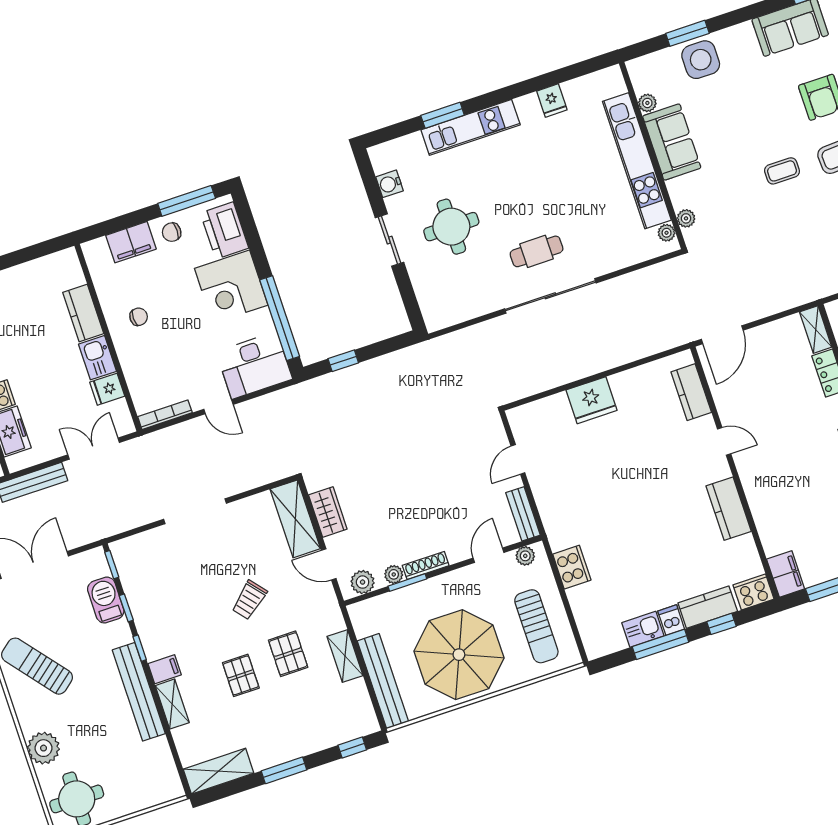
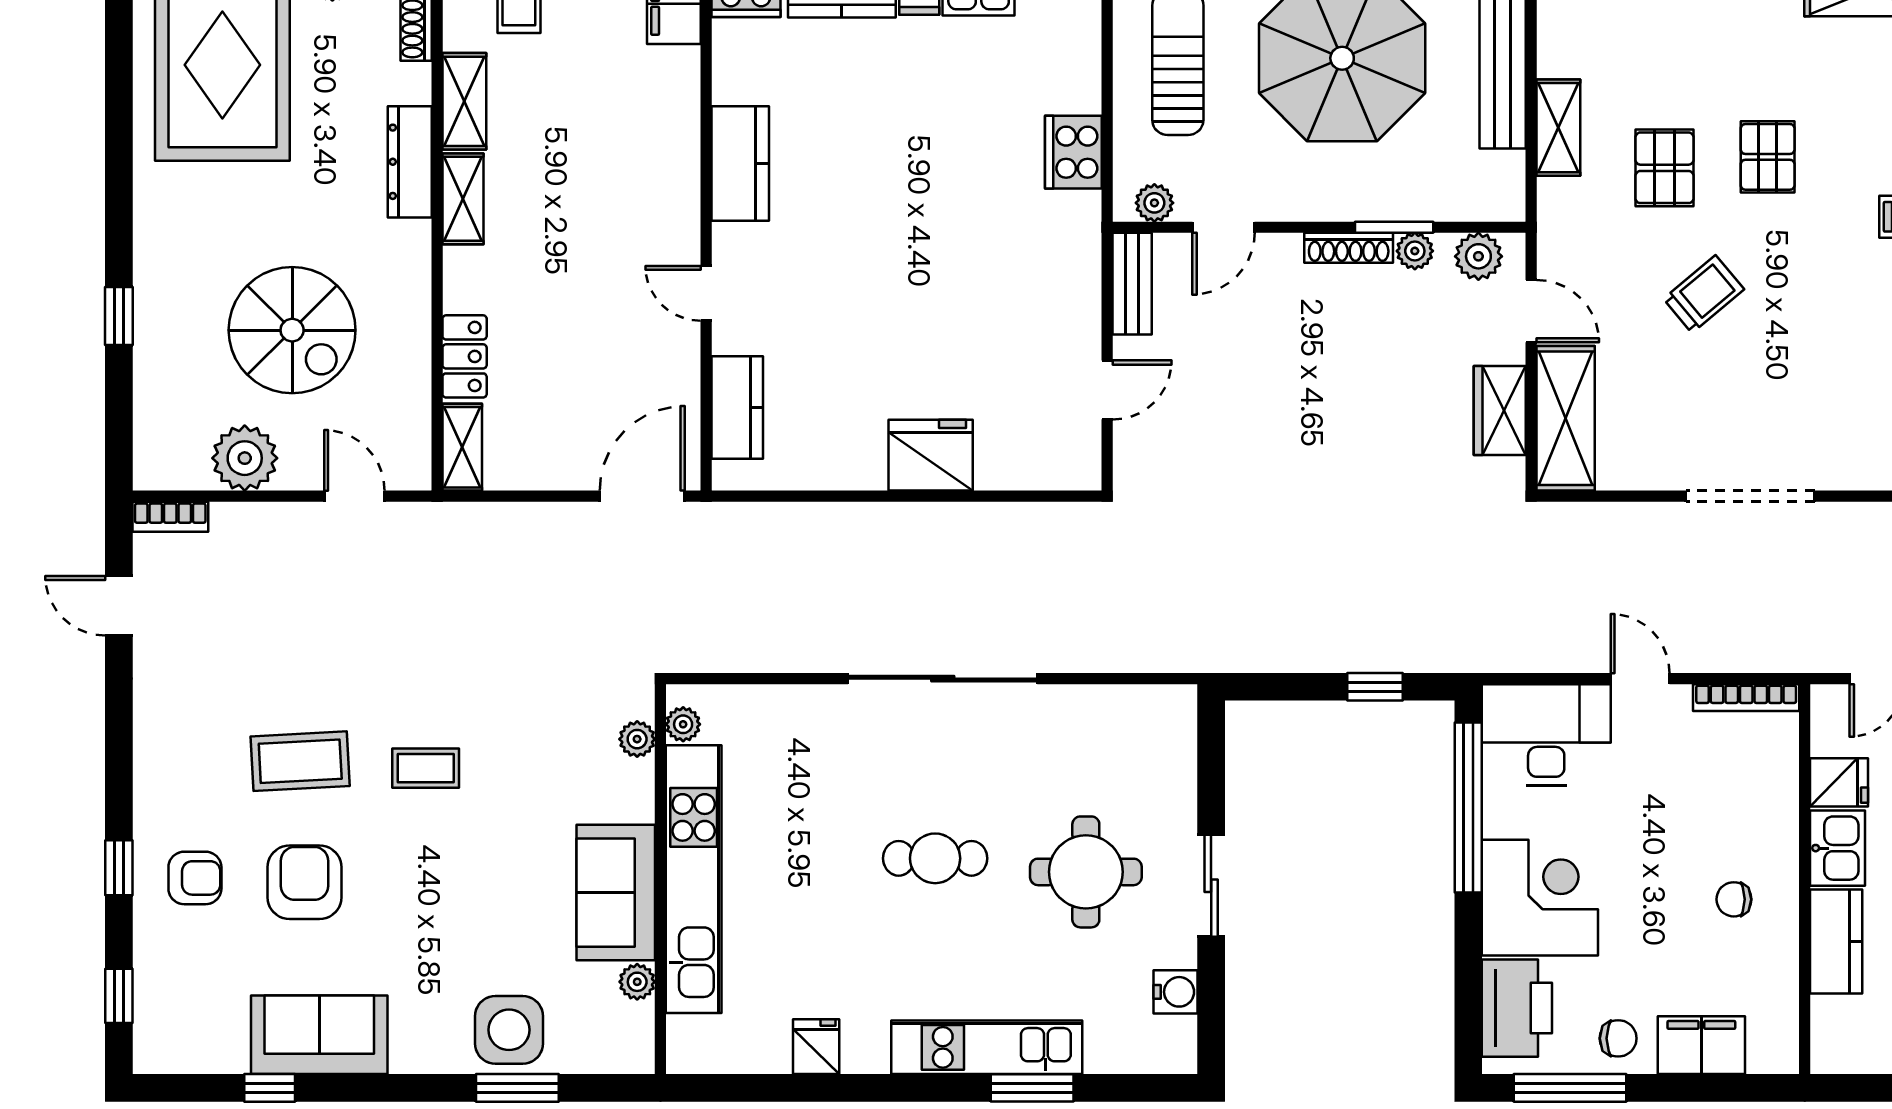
cafe table: (537, 251) -> (935, 858), moved

